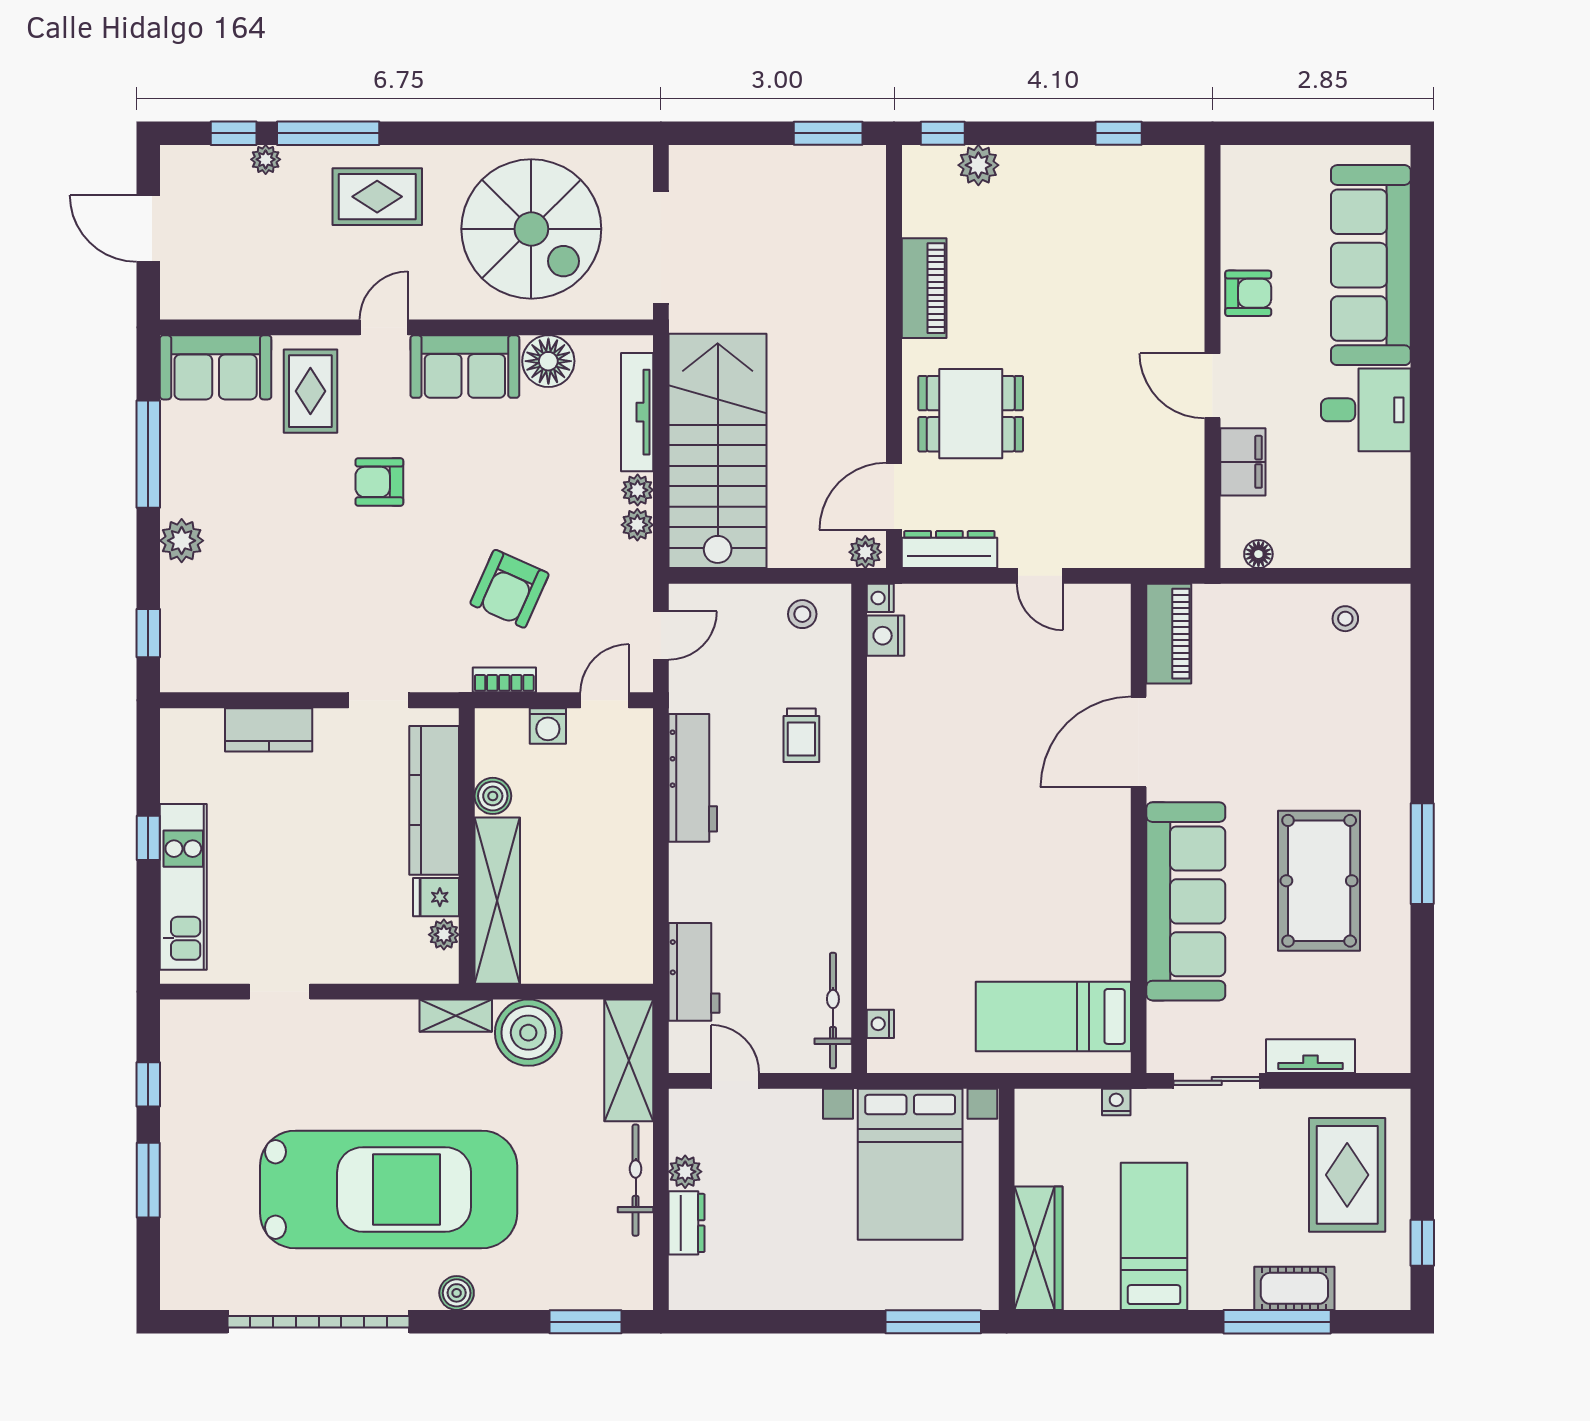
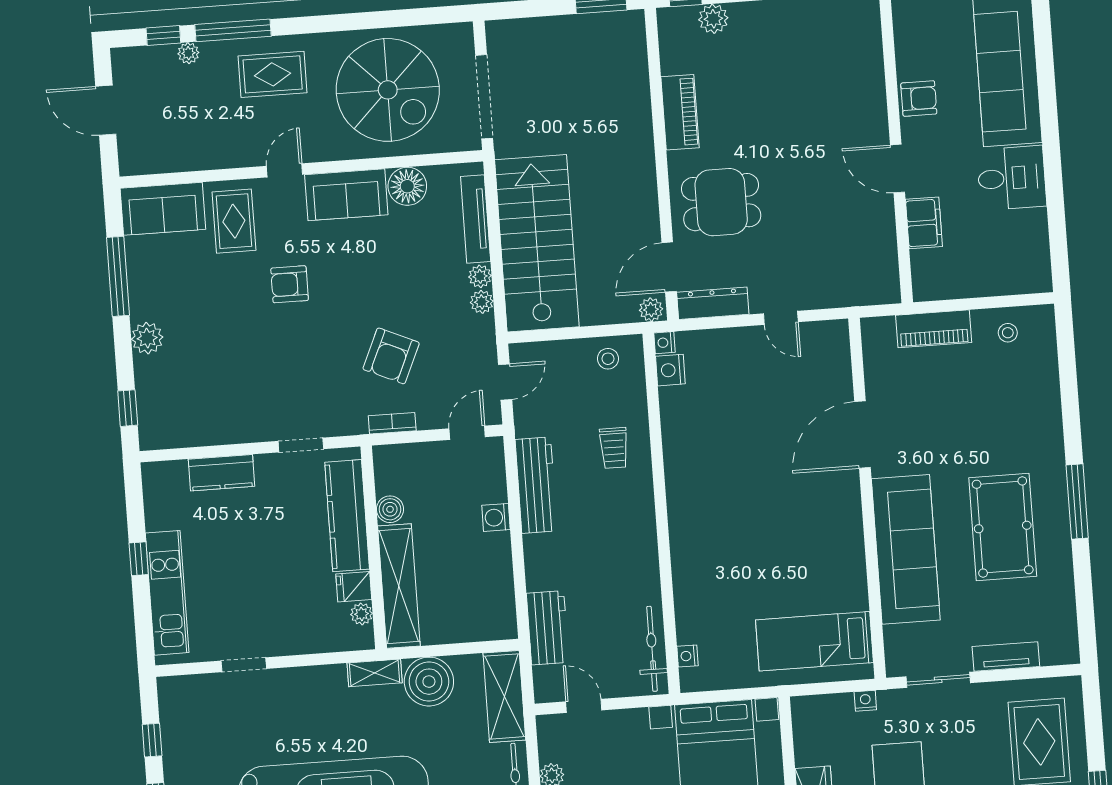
floor lamp: (1258, 554) -> (940, 290), removed
piano: (1169, 634) -> (934, 329), moved, turned 90
washing machine: (548, 726) -> (496, 517), moved, turned 90

